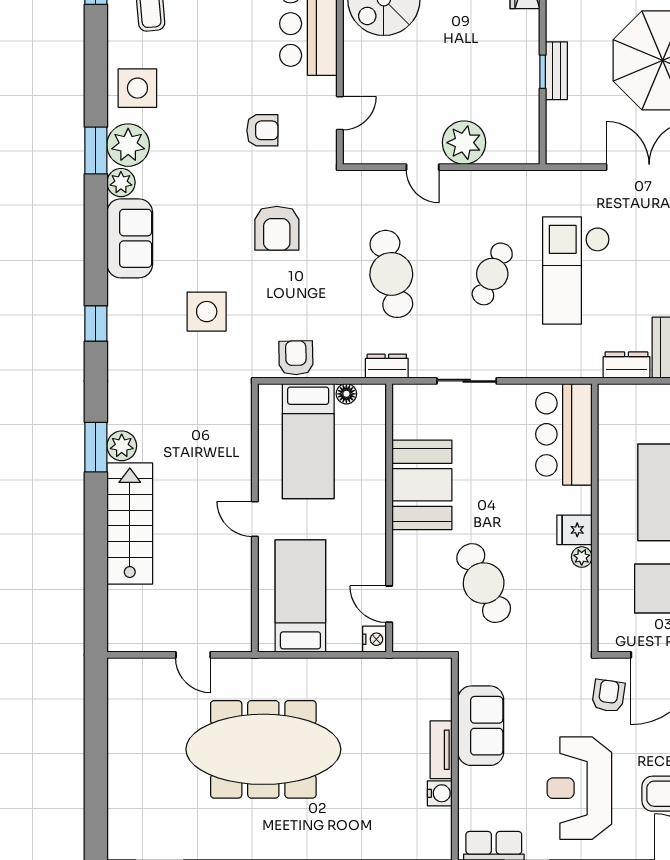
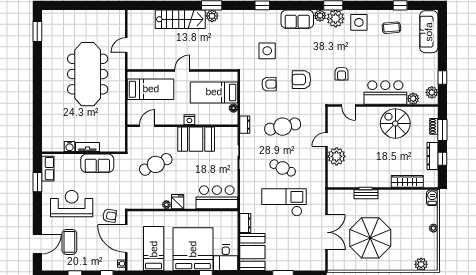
armchair: (296, 358) -> (269, 84), moved
nightstand: (375, 639) -> (189, 120), moved

